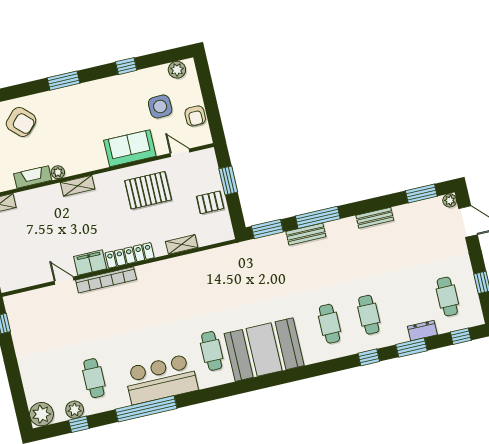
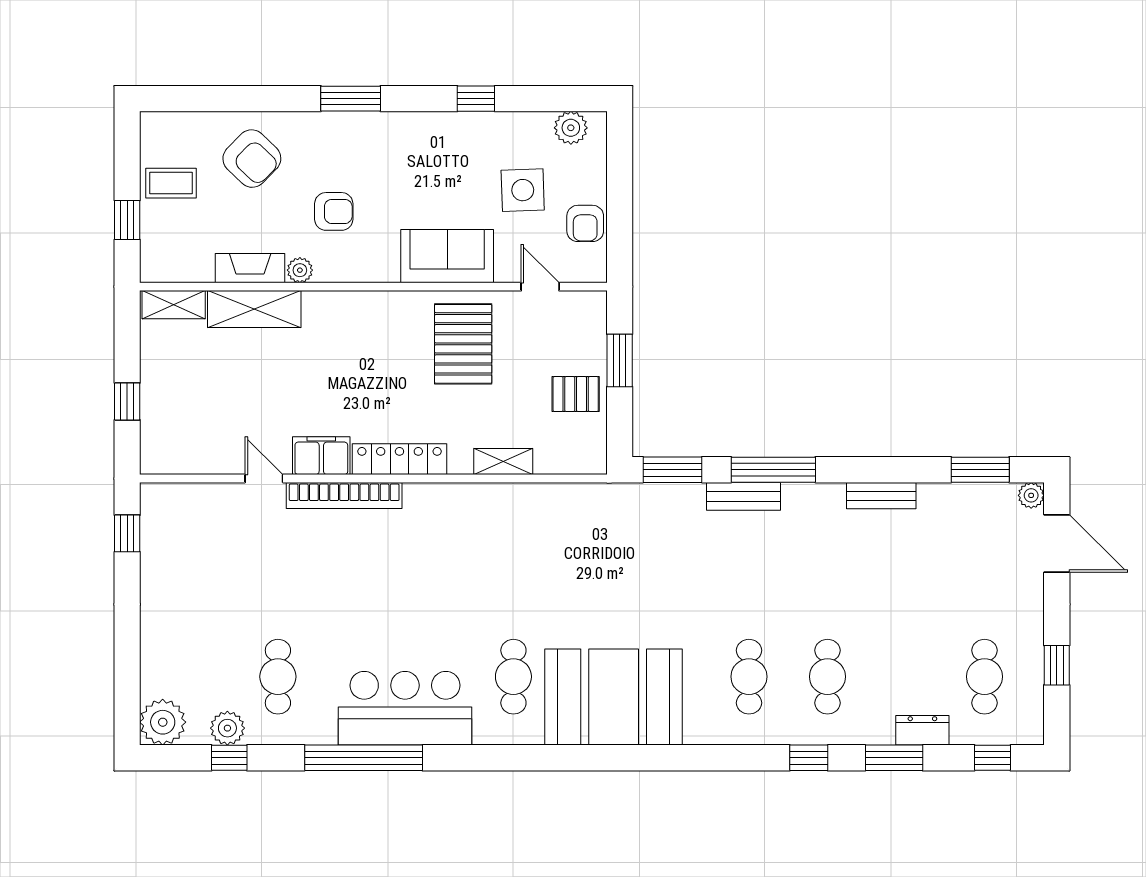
armchair: (68, 139) -> (334, 211), added
shelving: (78, 186) -> (254, 309), moved, width x1.50, depth x1.33
pallet: (148, 190) -> (463, 344), turned 90

